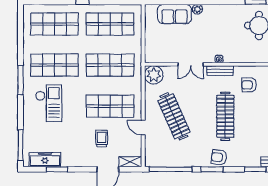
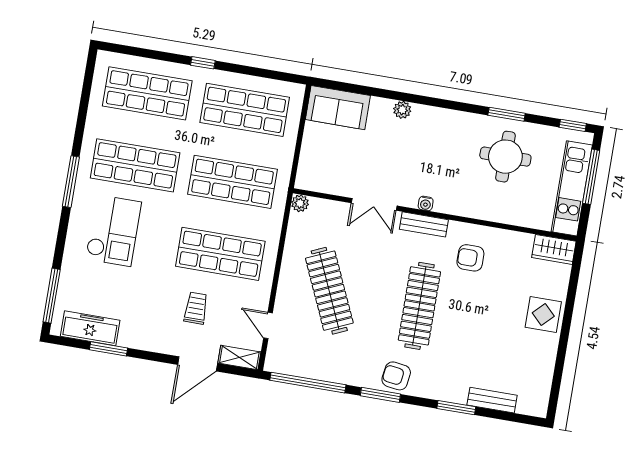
sofa: (175, 14) -> (338, 108), moved
plant: (154, 75) -> (300, 203), width x0.53, depth x0.53
door: (143, 128) -> (268, 325), moved

